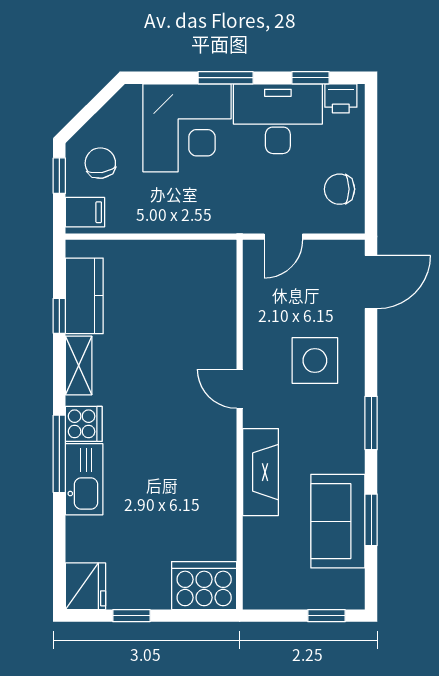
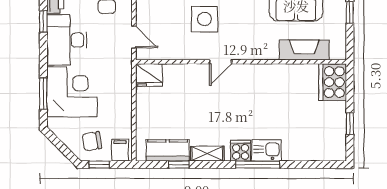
window: (226, 78) -> (43, 94), moved
fireplace: (261, 472) -> (304, 50), moved
kitchen sink: (84, 479) -> (267, 150), width x0.73
fridge: (85, 586) -> (149, 75), moved, turned 180

